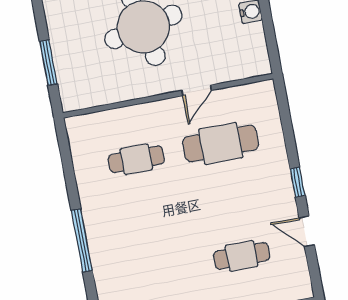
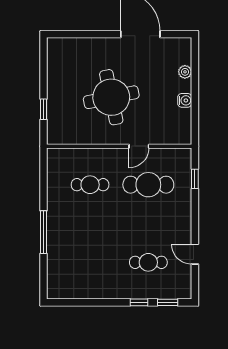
window: (48, 63) -> (43, 109), width x0.67
window: (298, 182) -> (195, 179), moved

